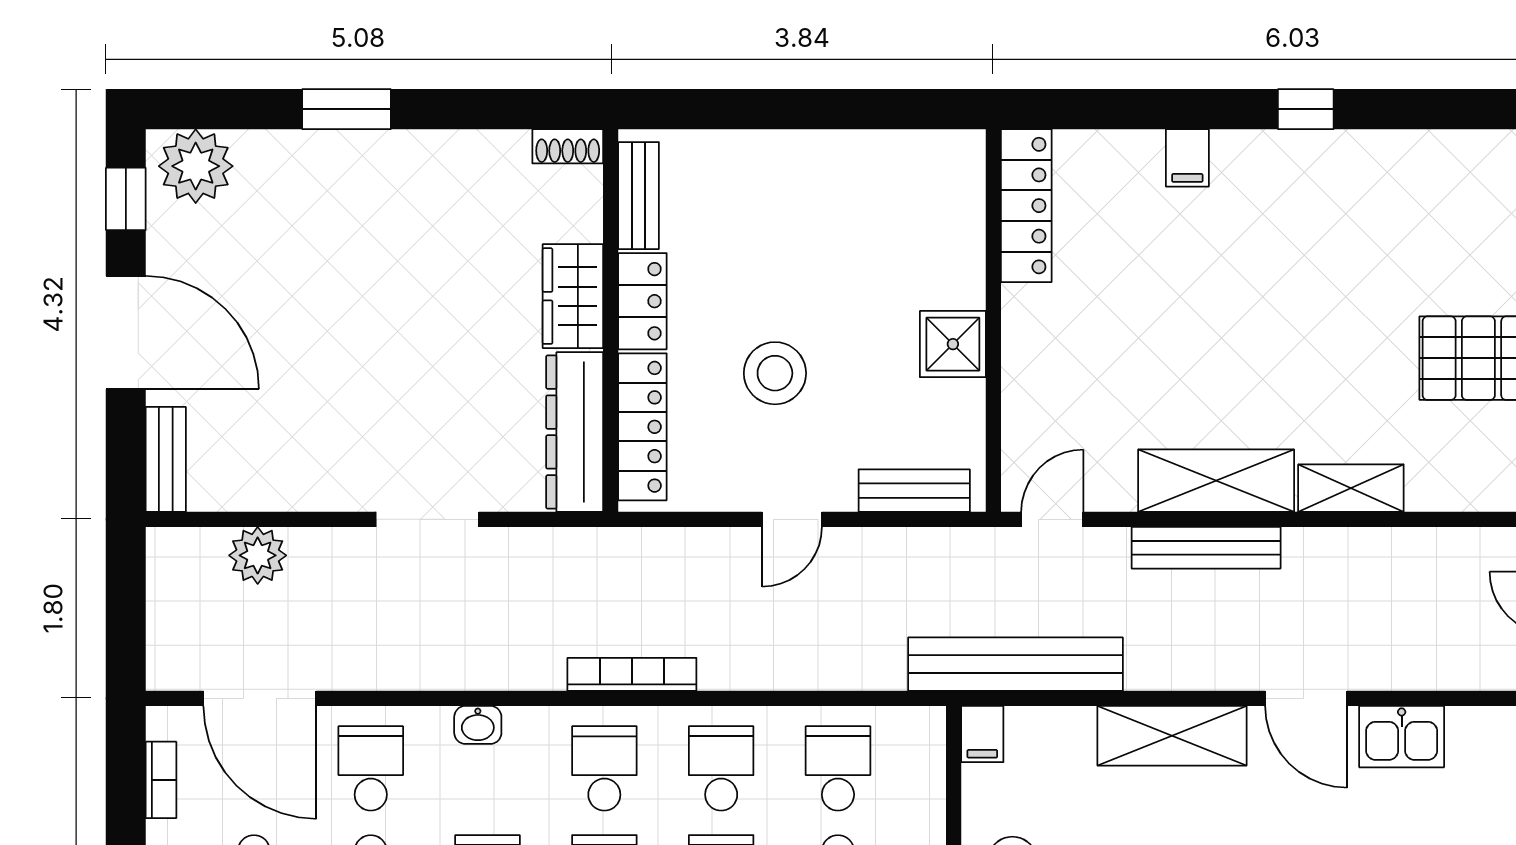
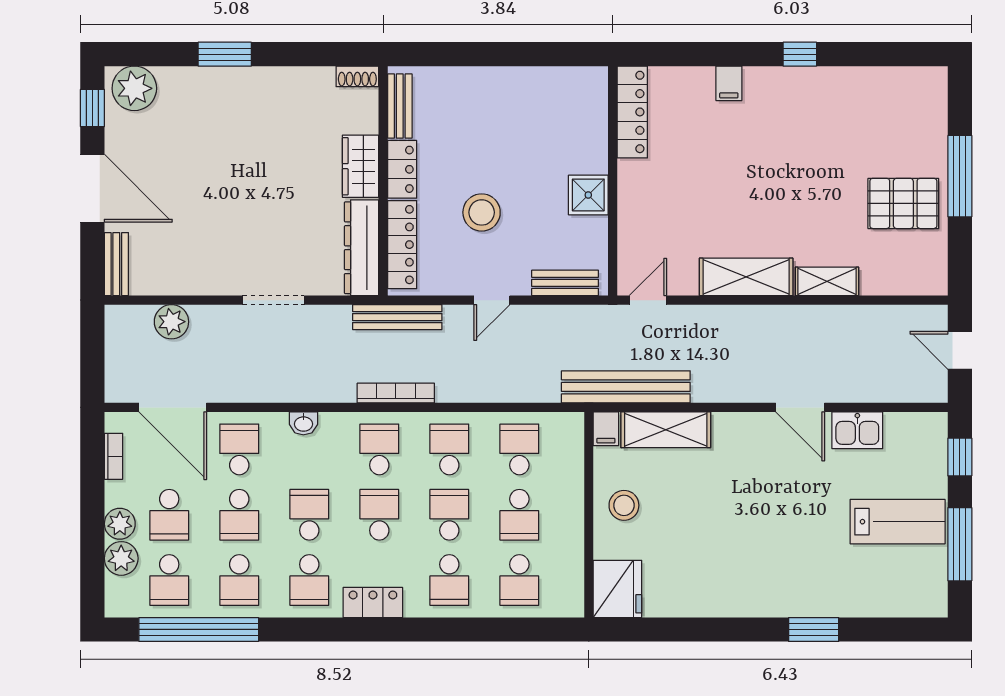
bench: (1206, 548) -> (397, 317), moved
shelving: (1172, 736) -> (666, 430), moved

